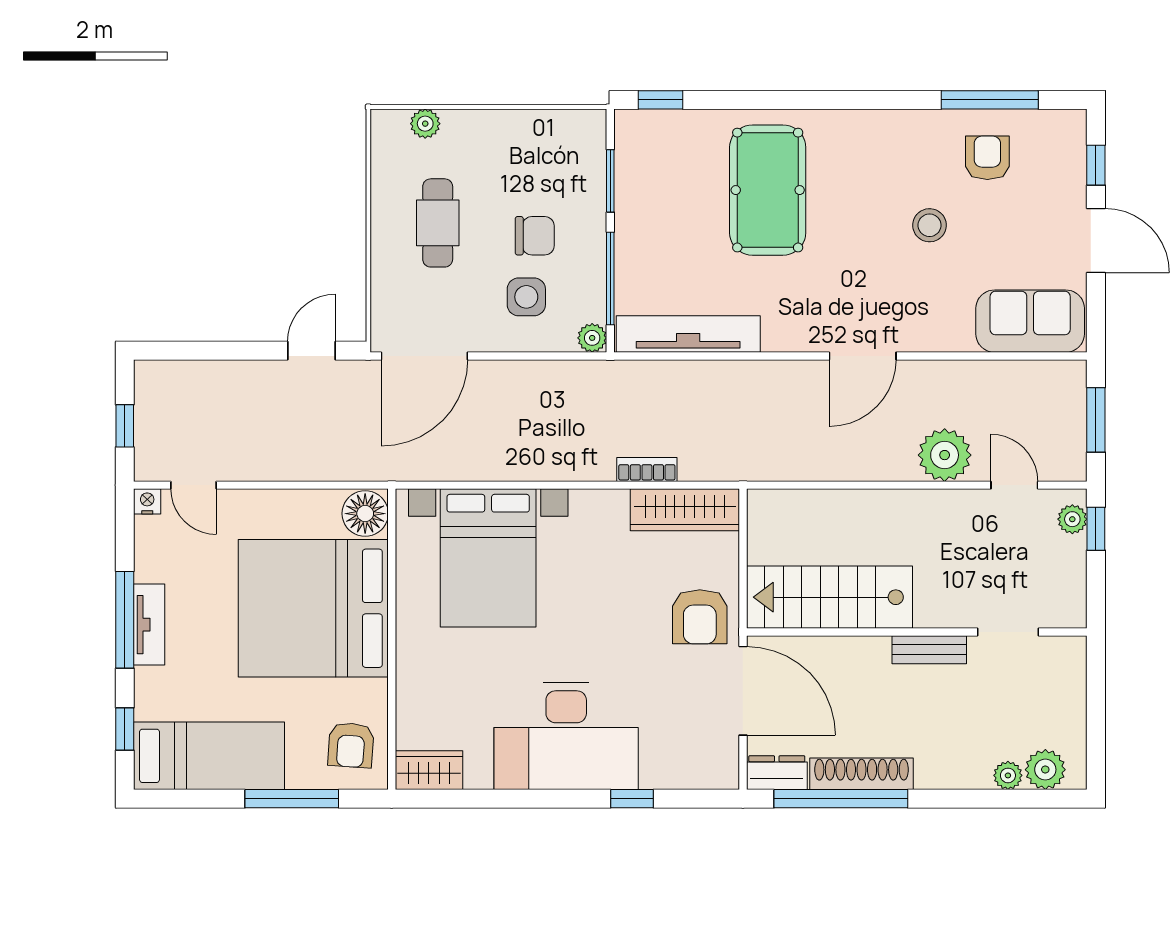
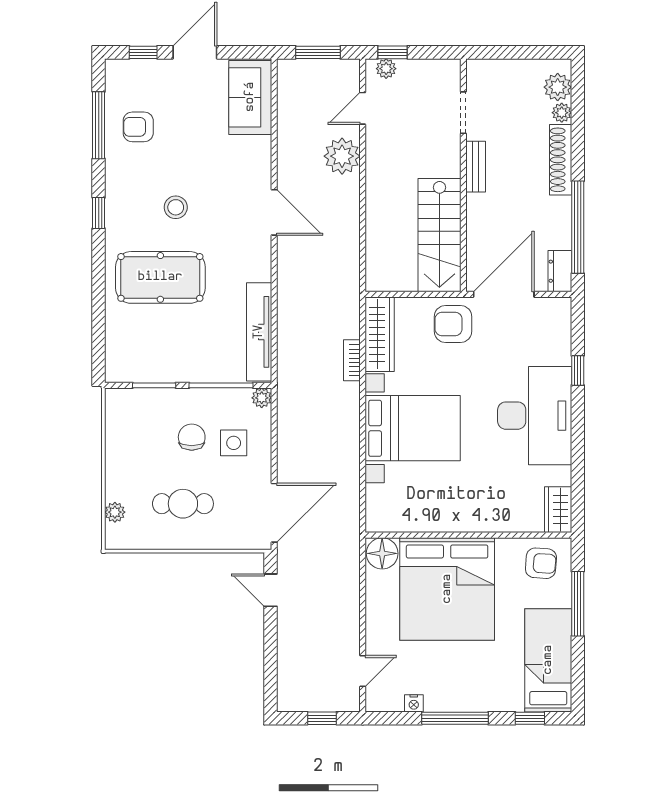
window: (661, 100) -> (99, 213), moved
stool: (930, 225) -> (176, 207), moved
door: (424, 356) -> (274, 513), hinge flipped
nightstand: (147, 501) -> (414, 703), moved, turned -90
bed with nightstands: (488, 558) -> (413, 428), moved
armchair: (700, 617) -> (453, 324), turned 180
tv unit: (149, 625) -> (458, 701), removed
shoe rack: (862, 774) -> (561, 160), moved

